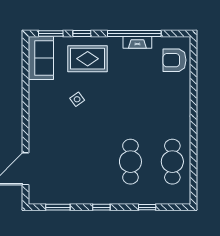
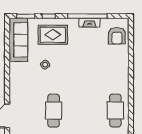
sofa: (41, 58) -> (18, 40), width x1.36
armchair: (174, 60) -> (117, 36), turned -90
cafe table: (130, 162) -> (54, 111), moved

